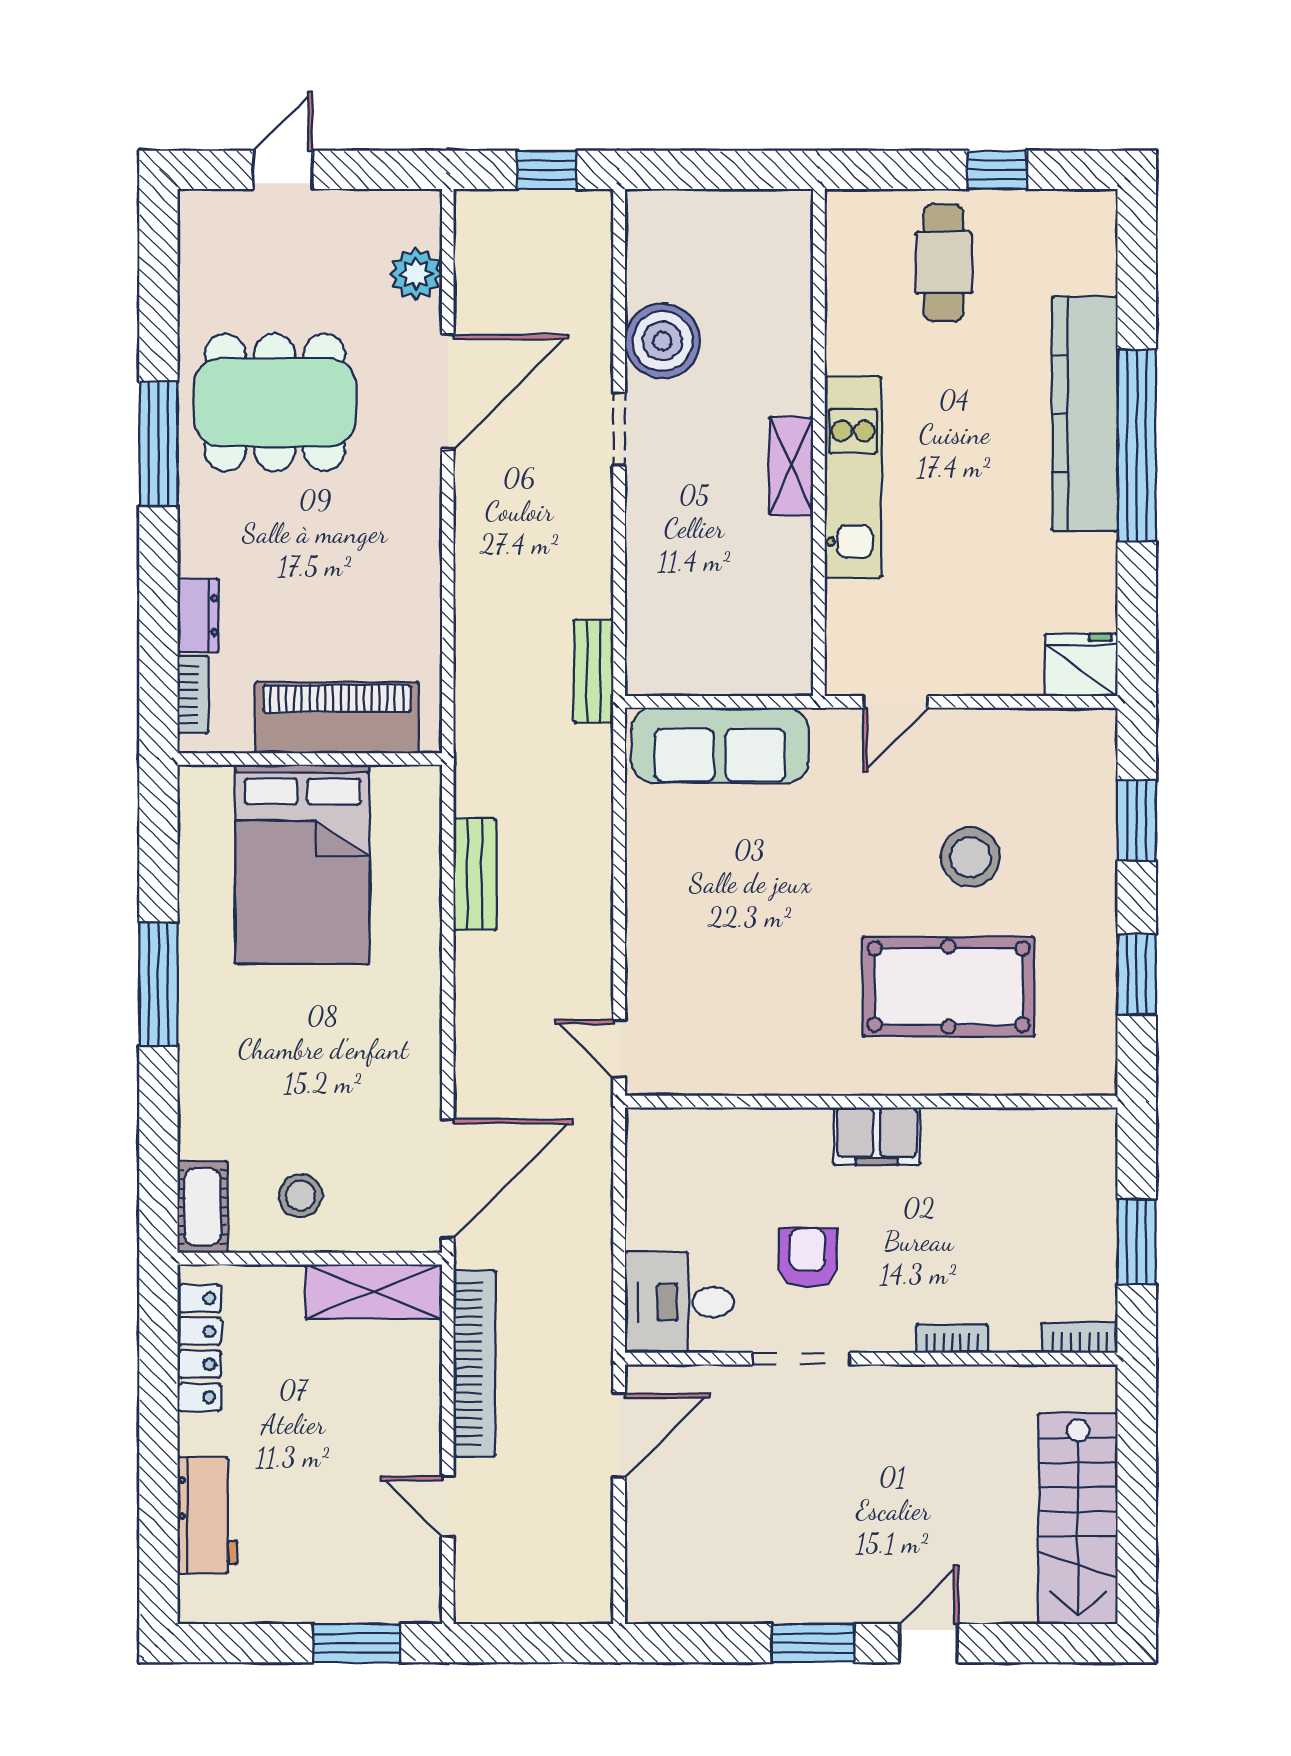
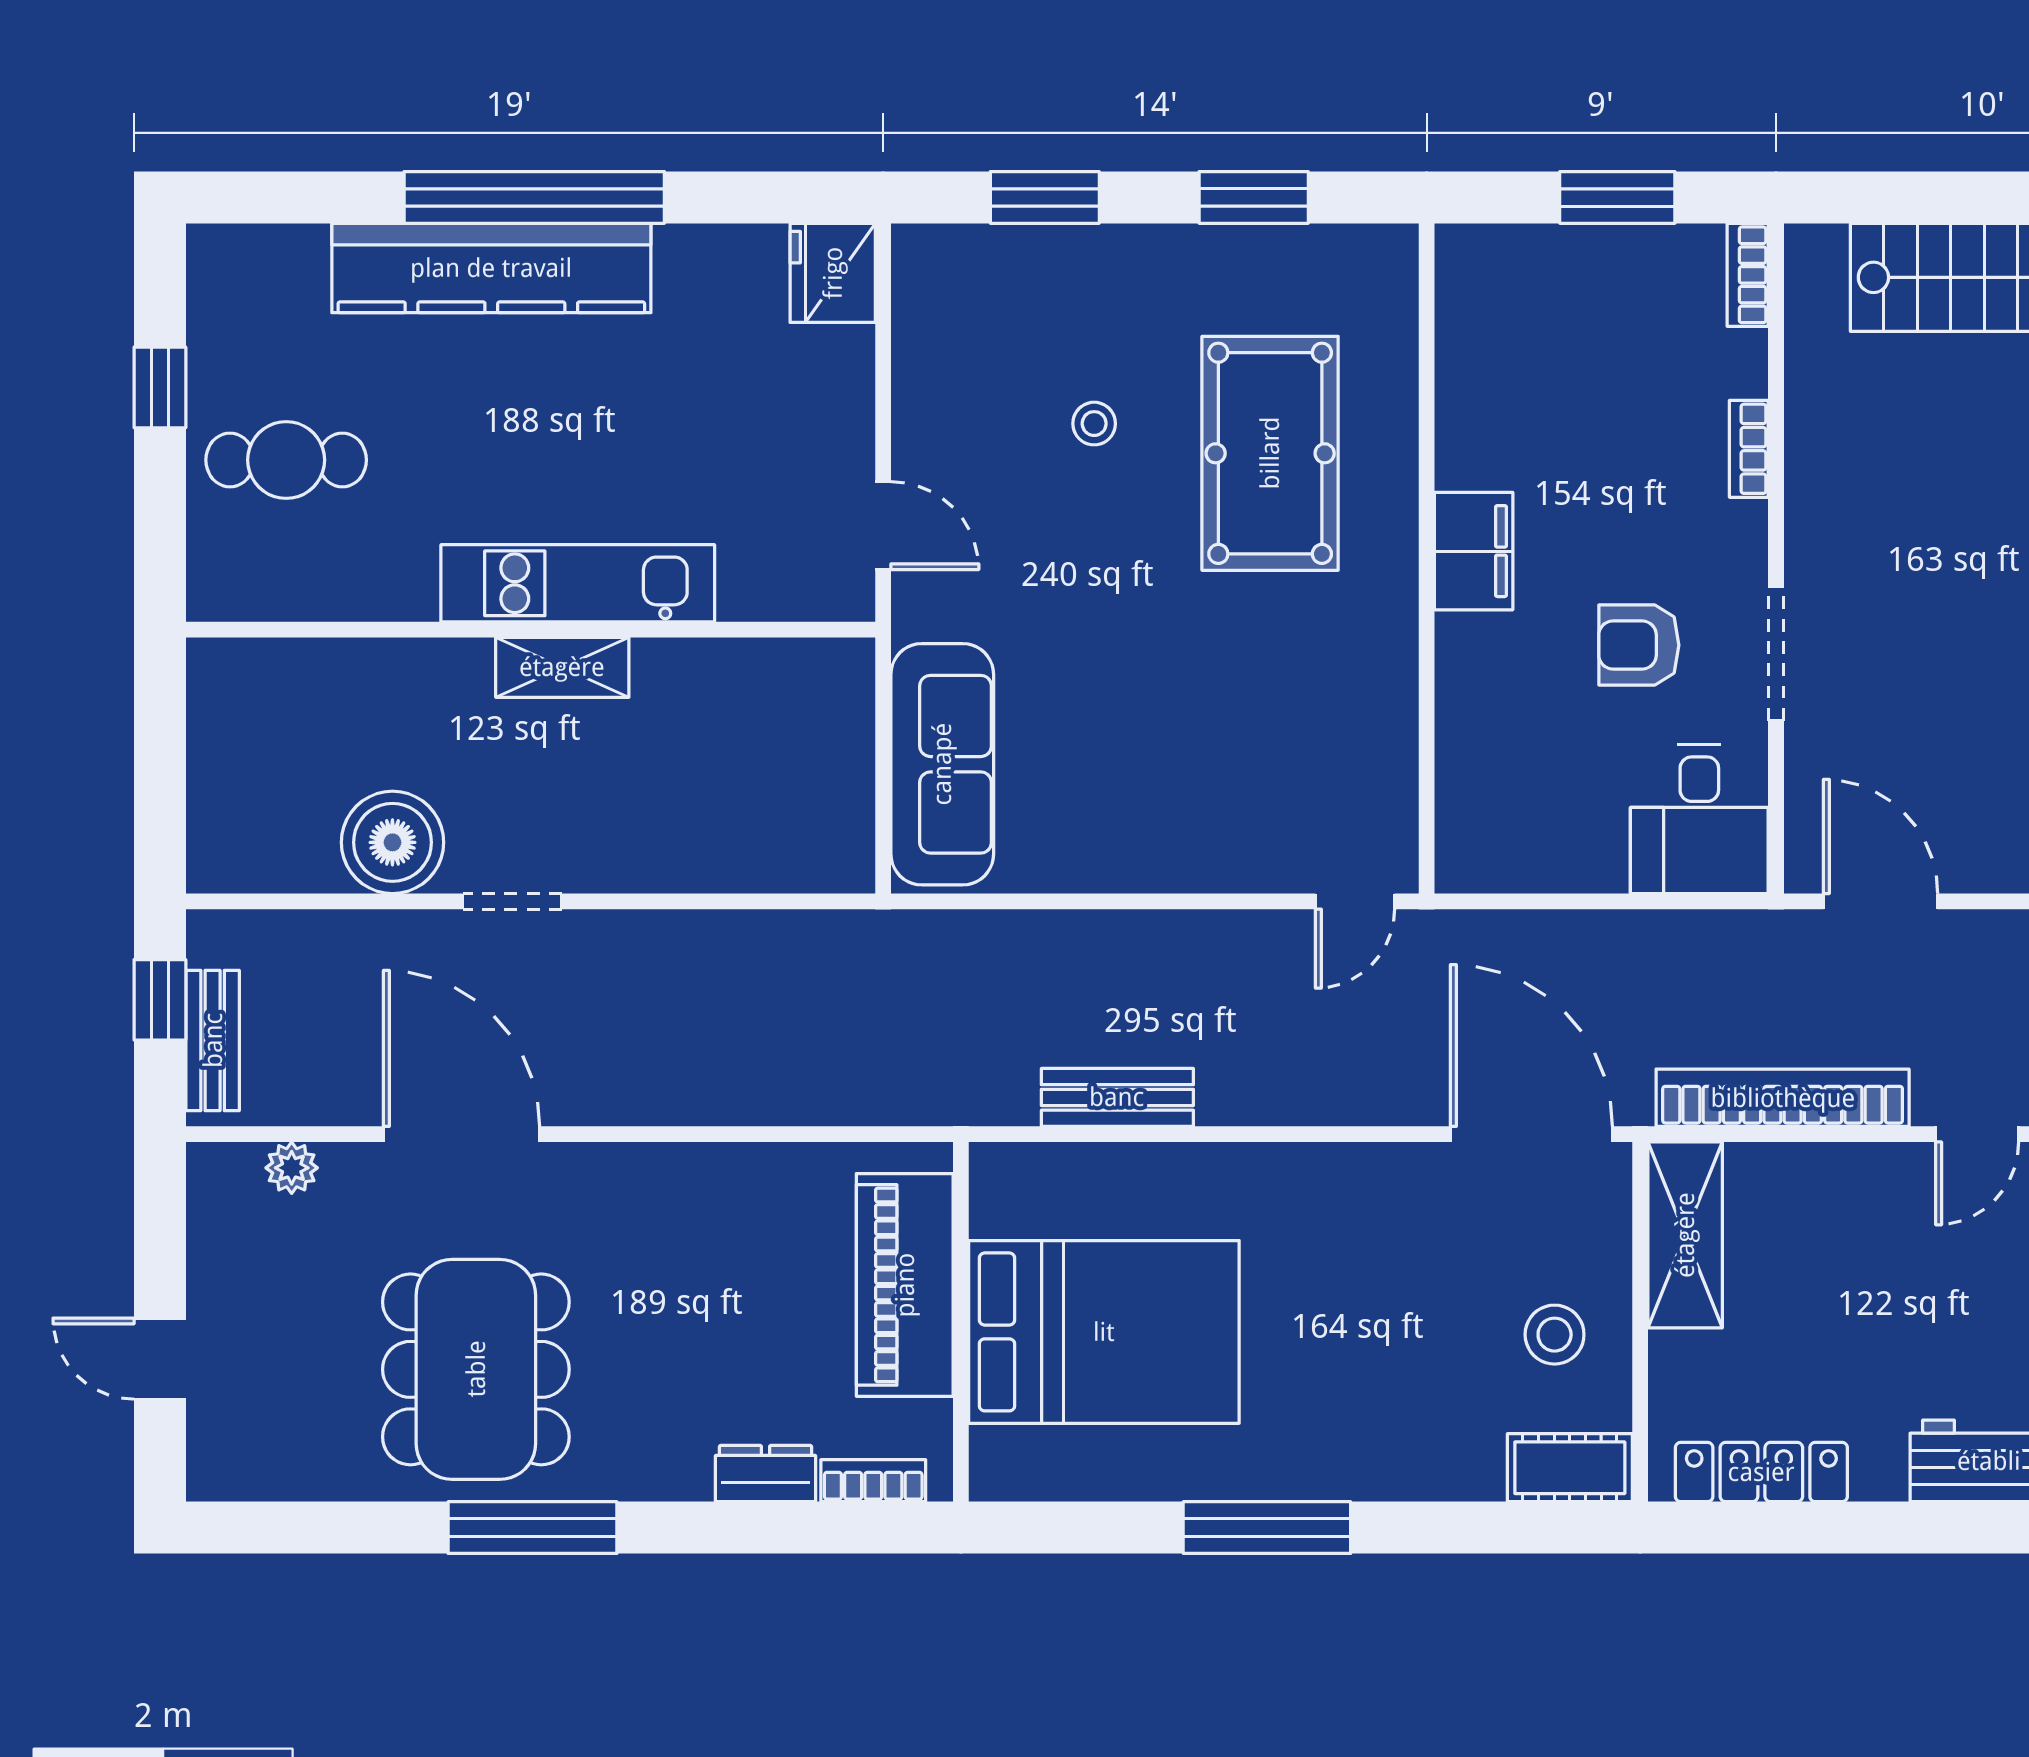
plant: (416, 274) -> (292, 1168), width x0.73, depth x0.73
bench: (594, 671) -> (213, 1040), moved, turned 90
stool: (970, 857) -> (1094, 424), width x0.53, depth x0.53

